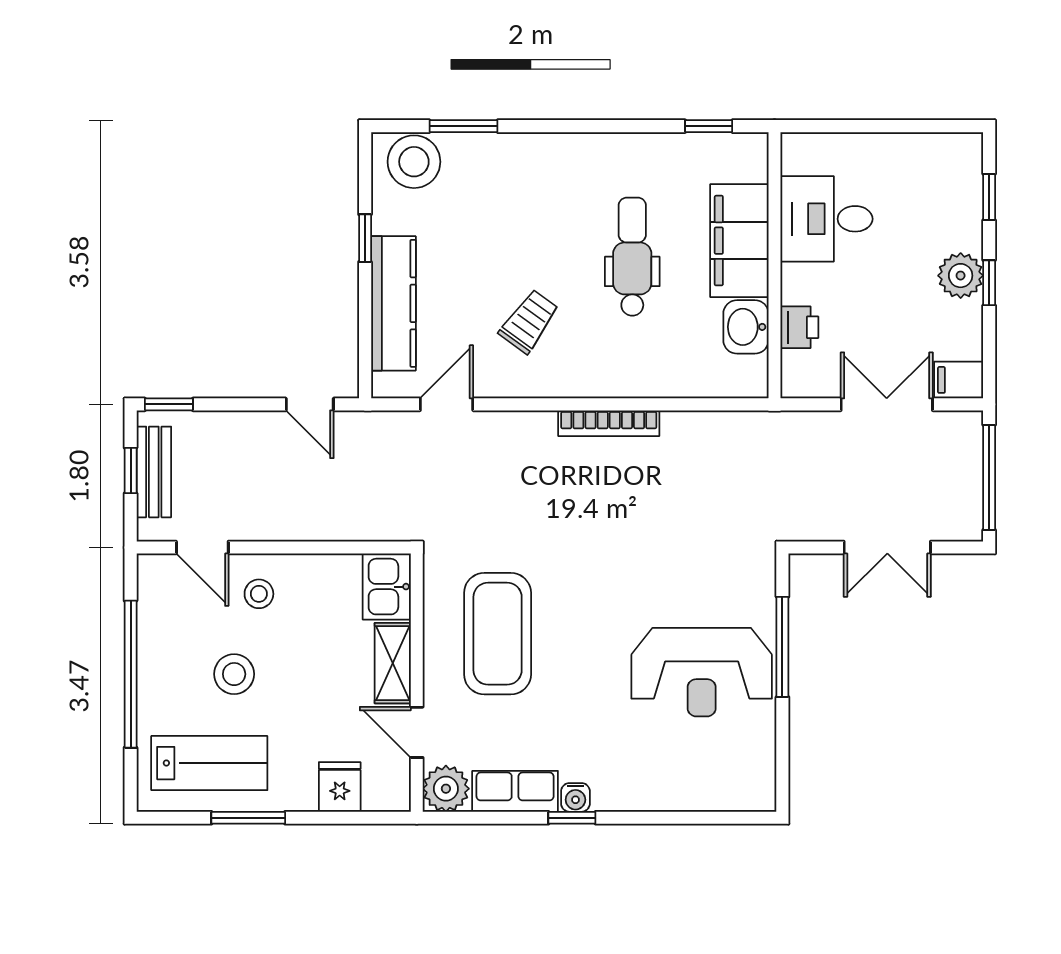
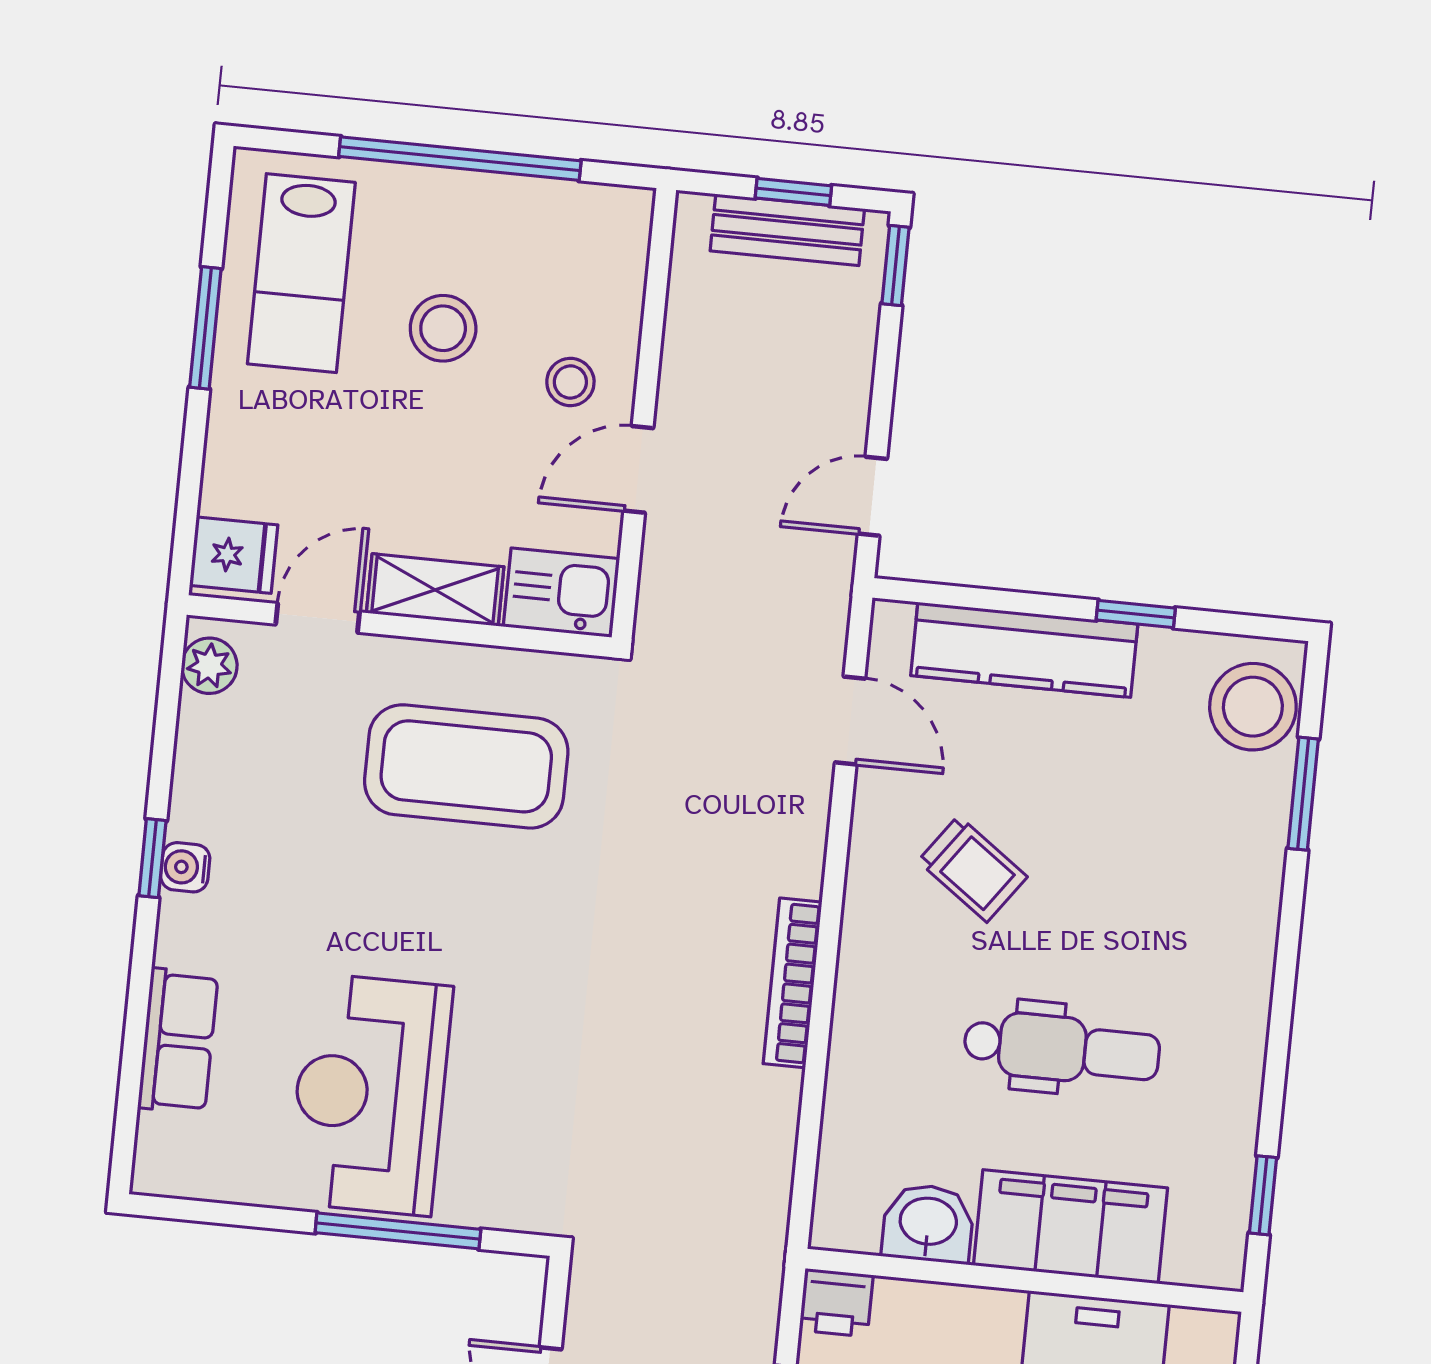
printer: (799, 327) -> (836, 1303), moved
door: (202, 547) -> (638, 469), moved
fridge: (340, 787) -> (234, 555), moved
plant: (446, 789) -> (209, 666), width x0.73, depth x0.73
row of seats: (515, 791) -> (178, 1041), moved

